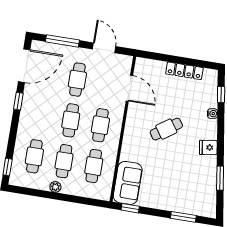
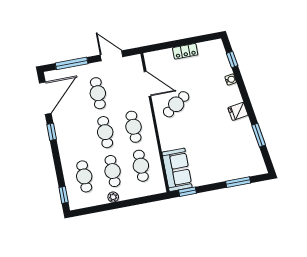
locker: (184, 71) -> (185, 51), width x0.66
cafe table: (166, 129) -> (176, 104), moved

